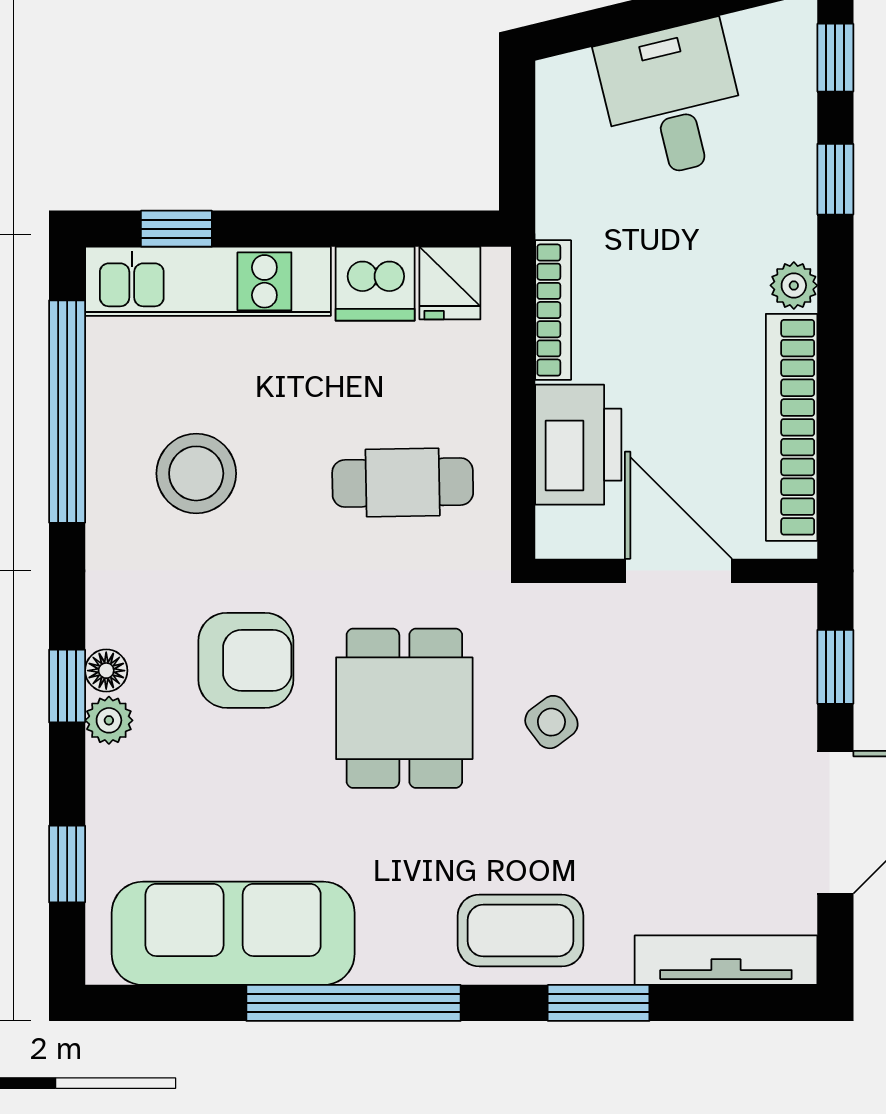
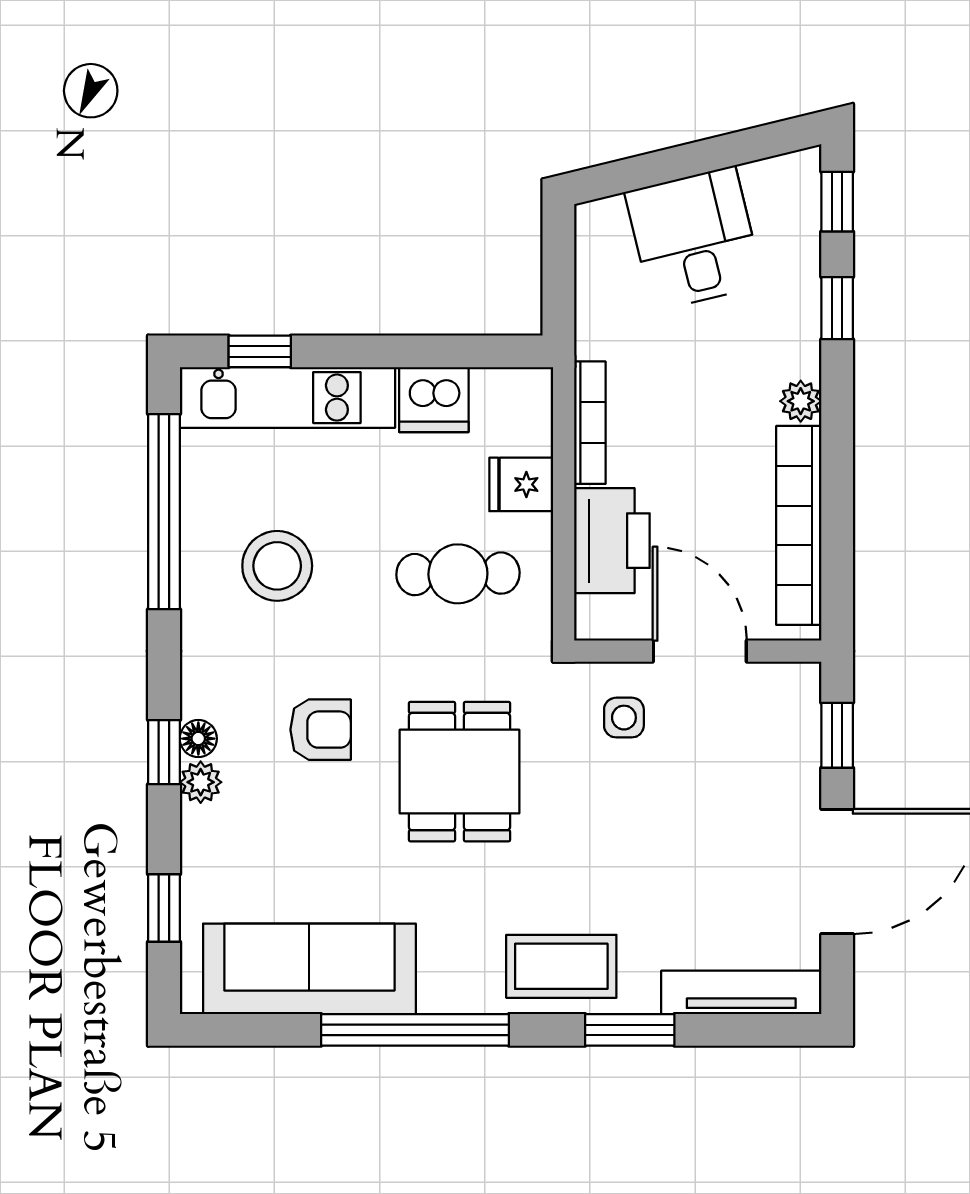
fridge: (450, 283) -> (521, 484), moved, turned 90
armchair: (246, 660) -> (321, 730), width x0.72, depth x0.72
side table: (551, 722) -> (624, 718), moved, turned 37

